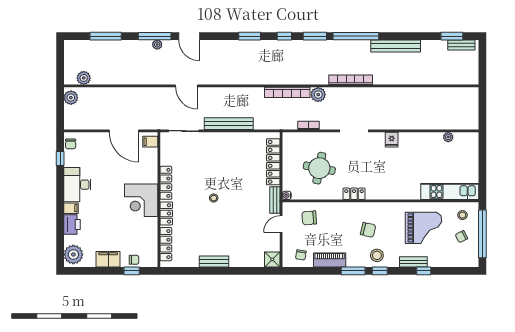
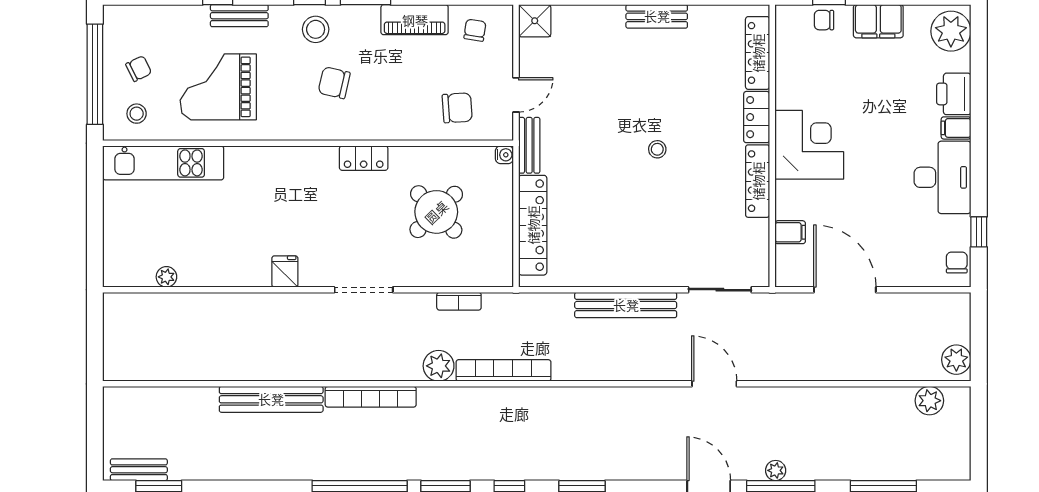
bench: (396, 46) -> (271, 399), moved
filing cabinet: (150, 142) -> (790, 232), moved
round table: (319, 168) -> (436, 212), turned 35

